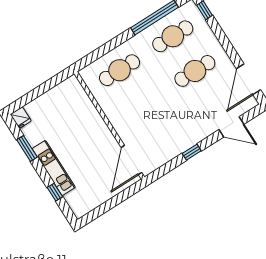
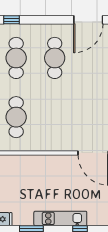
door: (248, 79) -> (88, 20), hinge flipped

